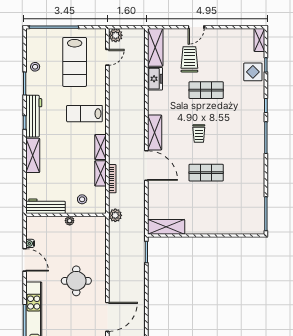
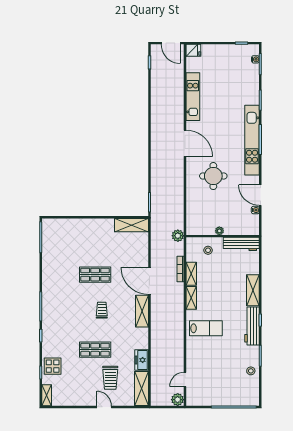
door: (196, 27) -> (104, 407), hinge flipped
lab bench: (75, 62) -> (215, 375), removed
door: (107, 317) -> (185, 143), swing flipped

